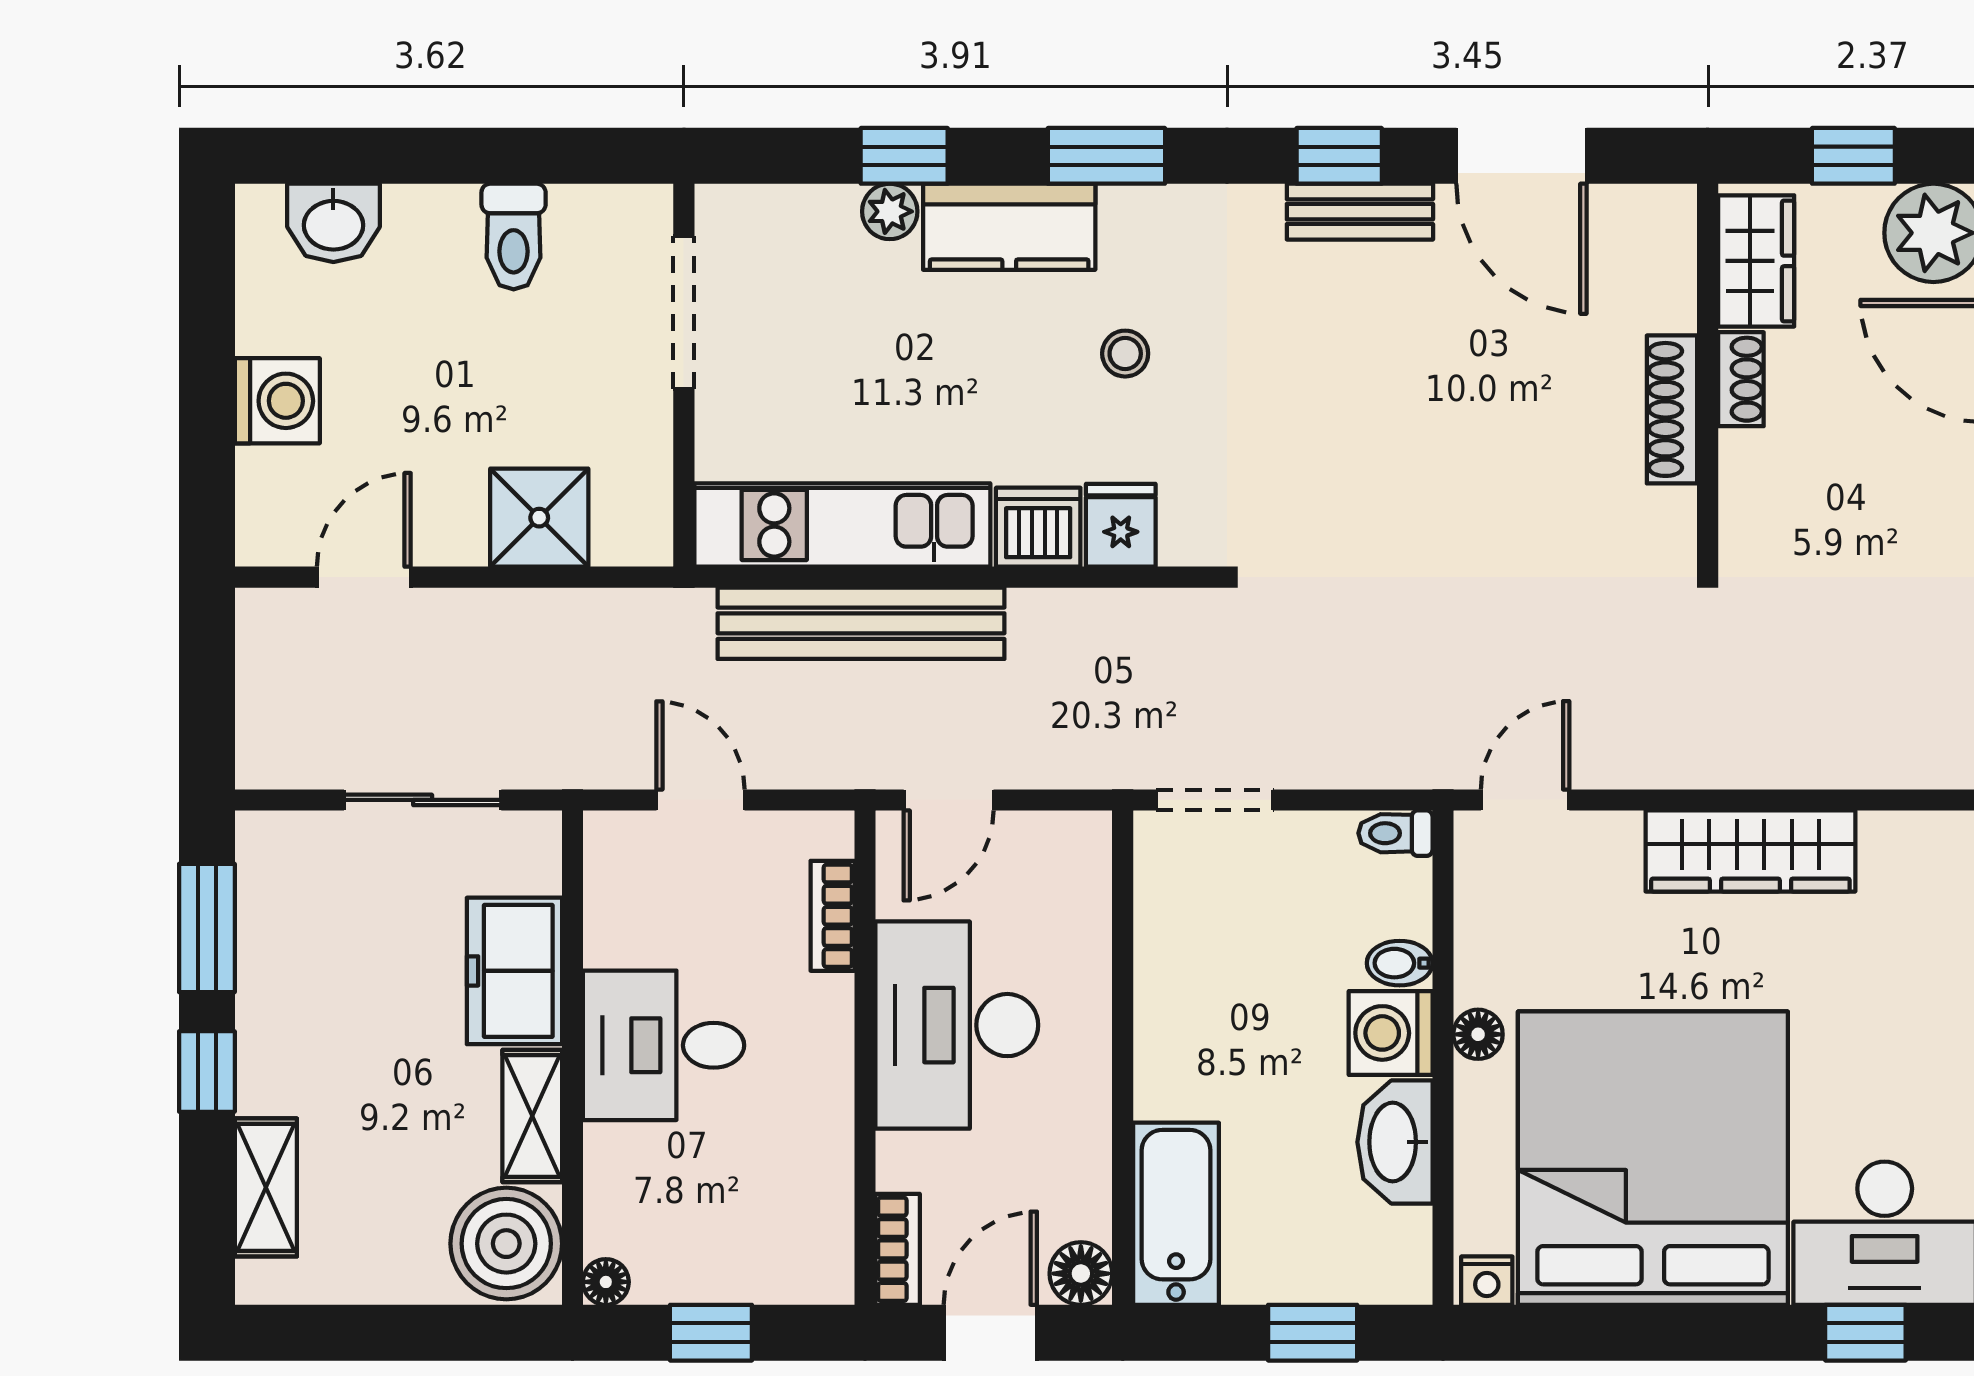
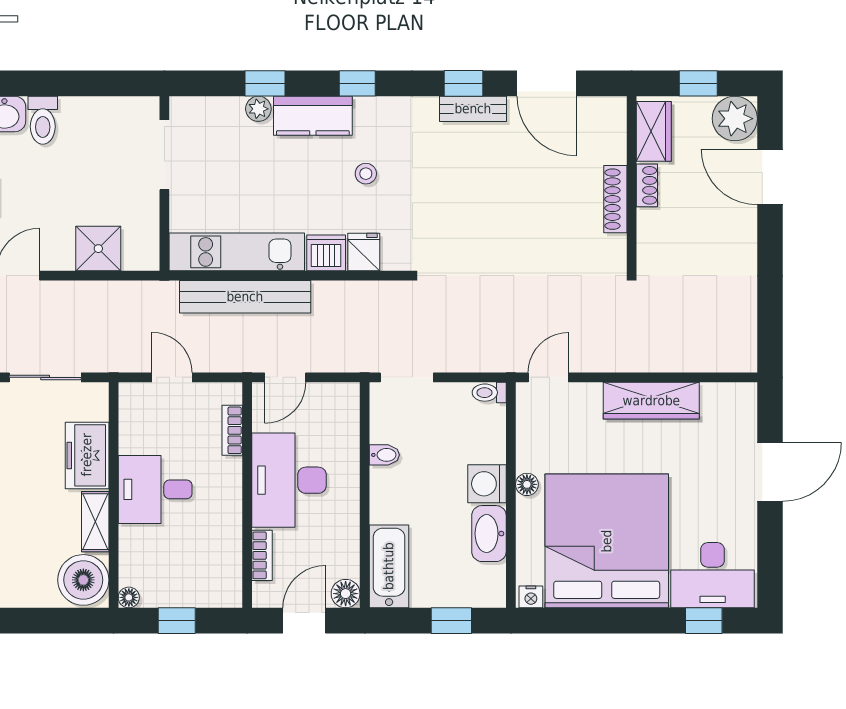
window: (1106, 156) -> (357, 83), width x0.67
toilet: (514, 237) -> (43, 120), moved
bidet: (1400, 963) -> (384, 455), moved, turned 180
bookcase: (898, 1249) -> (262, 555), moved

